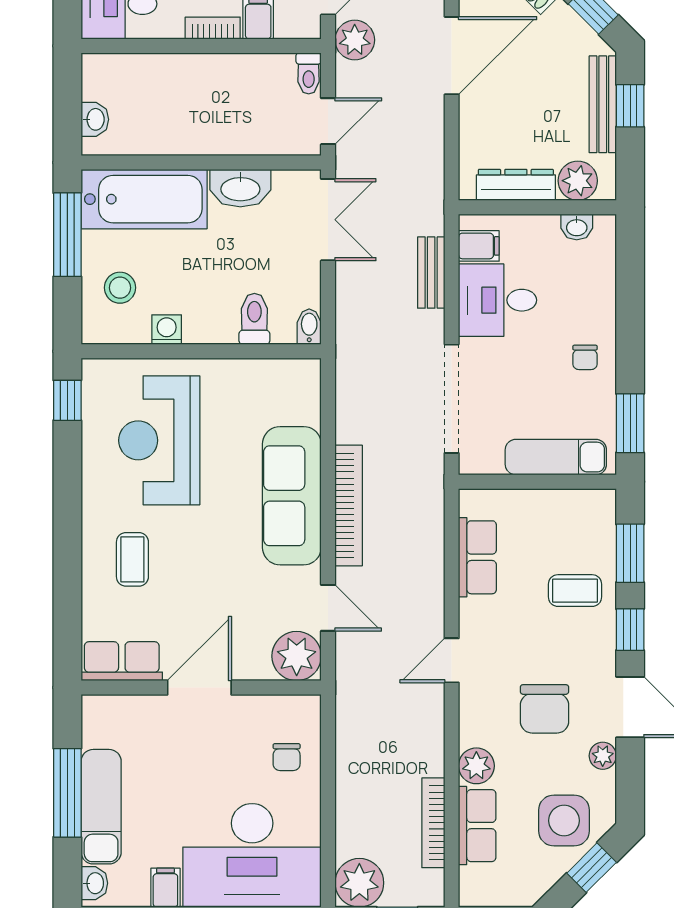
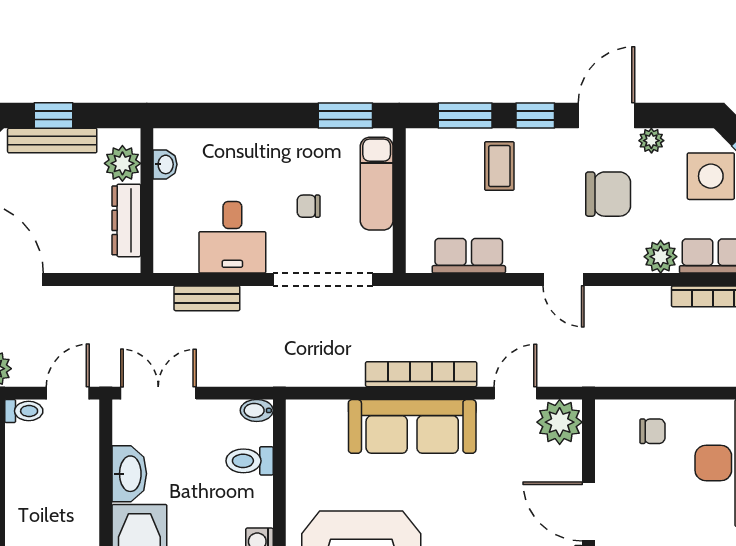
door: (328, 121) -> (68, 393), hinge flipped
filing cabinet: (479, 246) -> (182, 254), removed
chair: (585, 357) -> (309, 206), moved, turned 180

